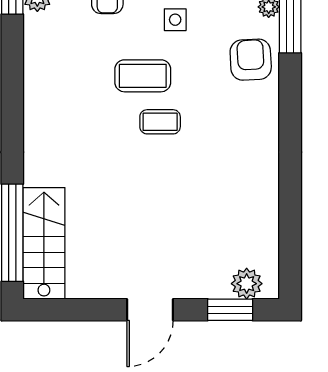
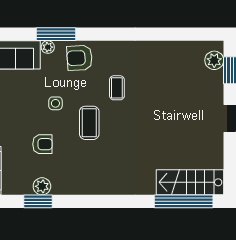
coffee table: (160, 122) -> (117, 88), moved

